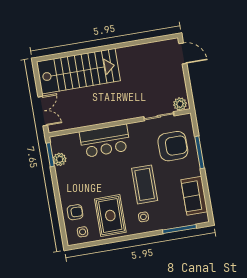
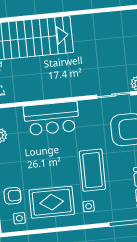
rug: (110, 216) -> (52, 202), turned 90

